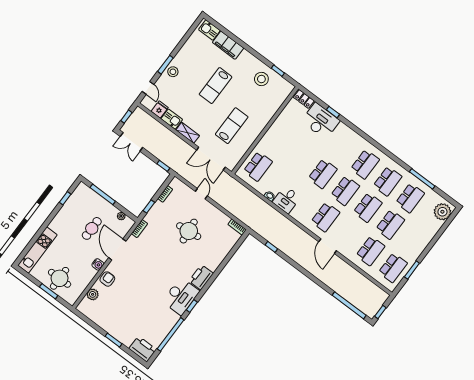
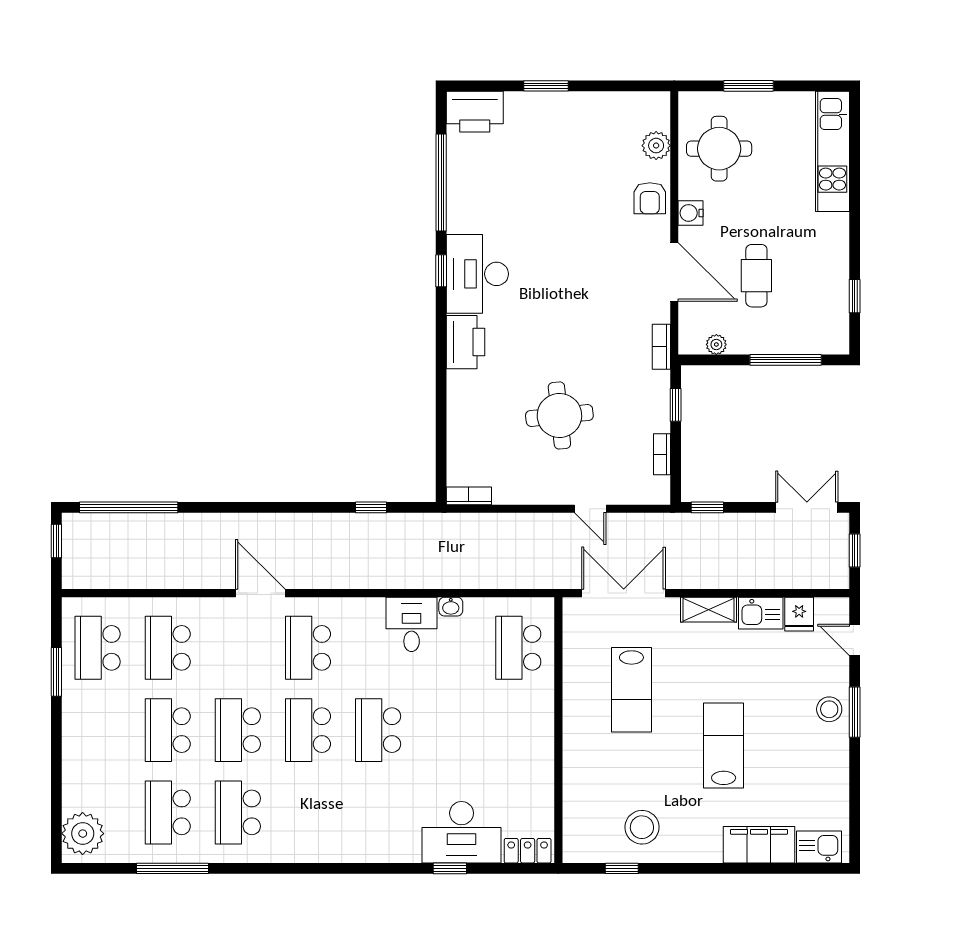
school desk: (365, 164) -> (308, 812), removed
round table: (60, 278) -> (719, 149), moved

